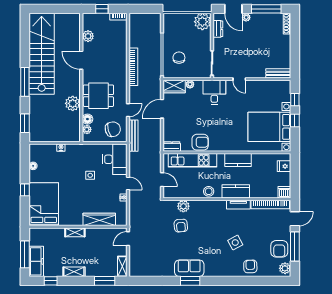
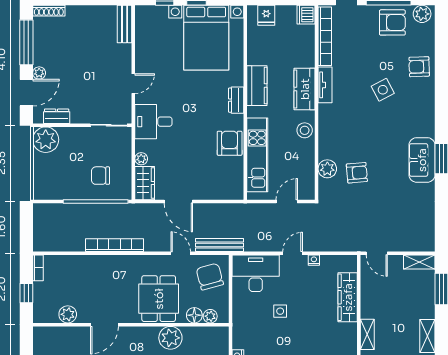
dresser: (172, 146) -> (236, 100), moved

